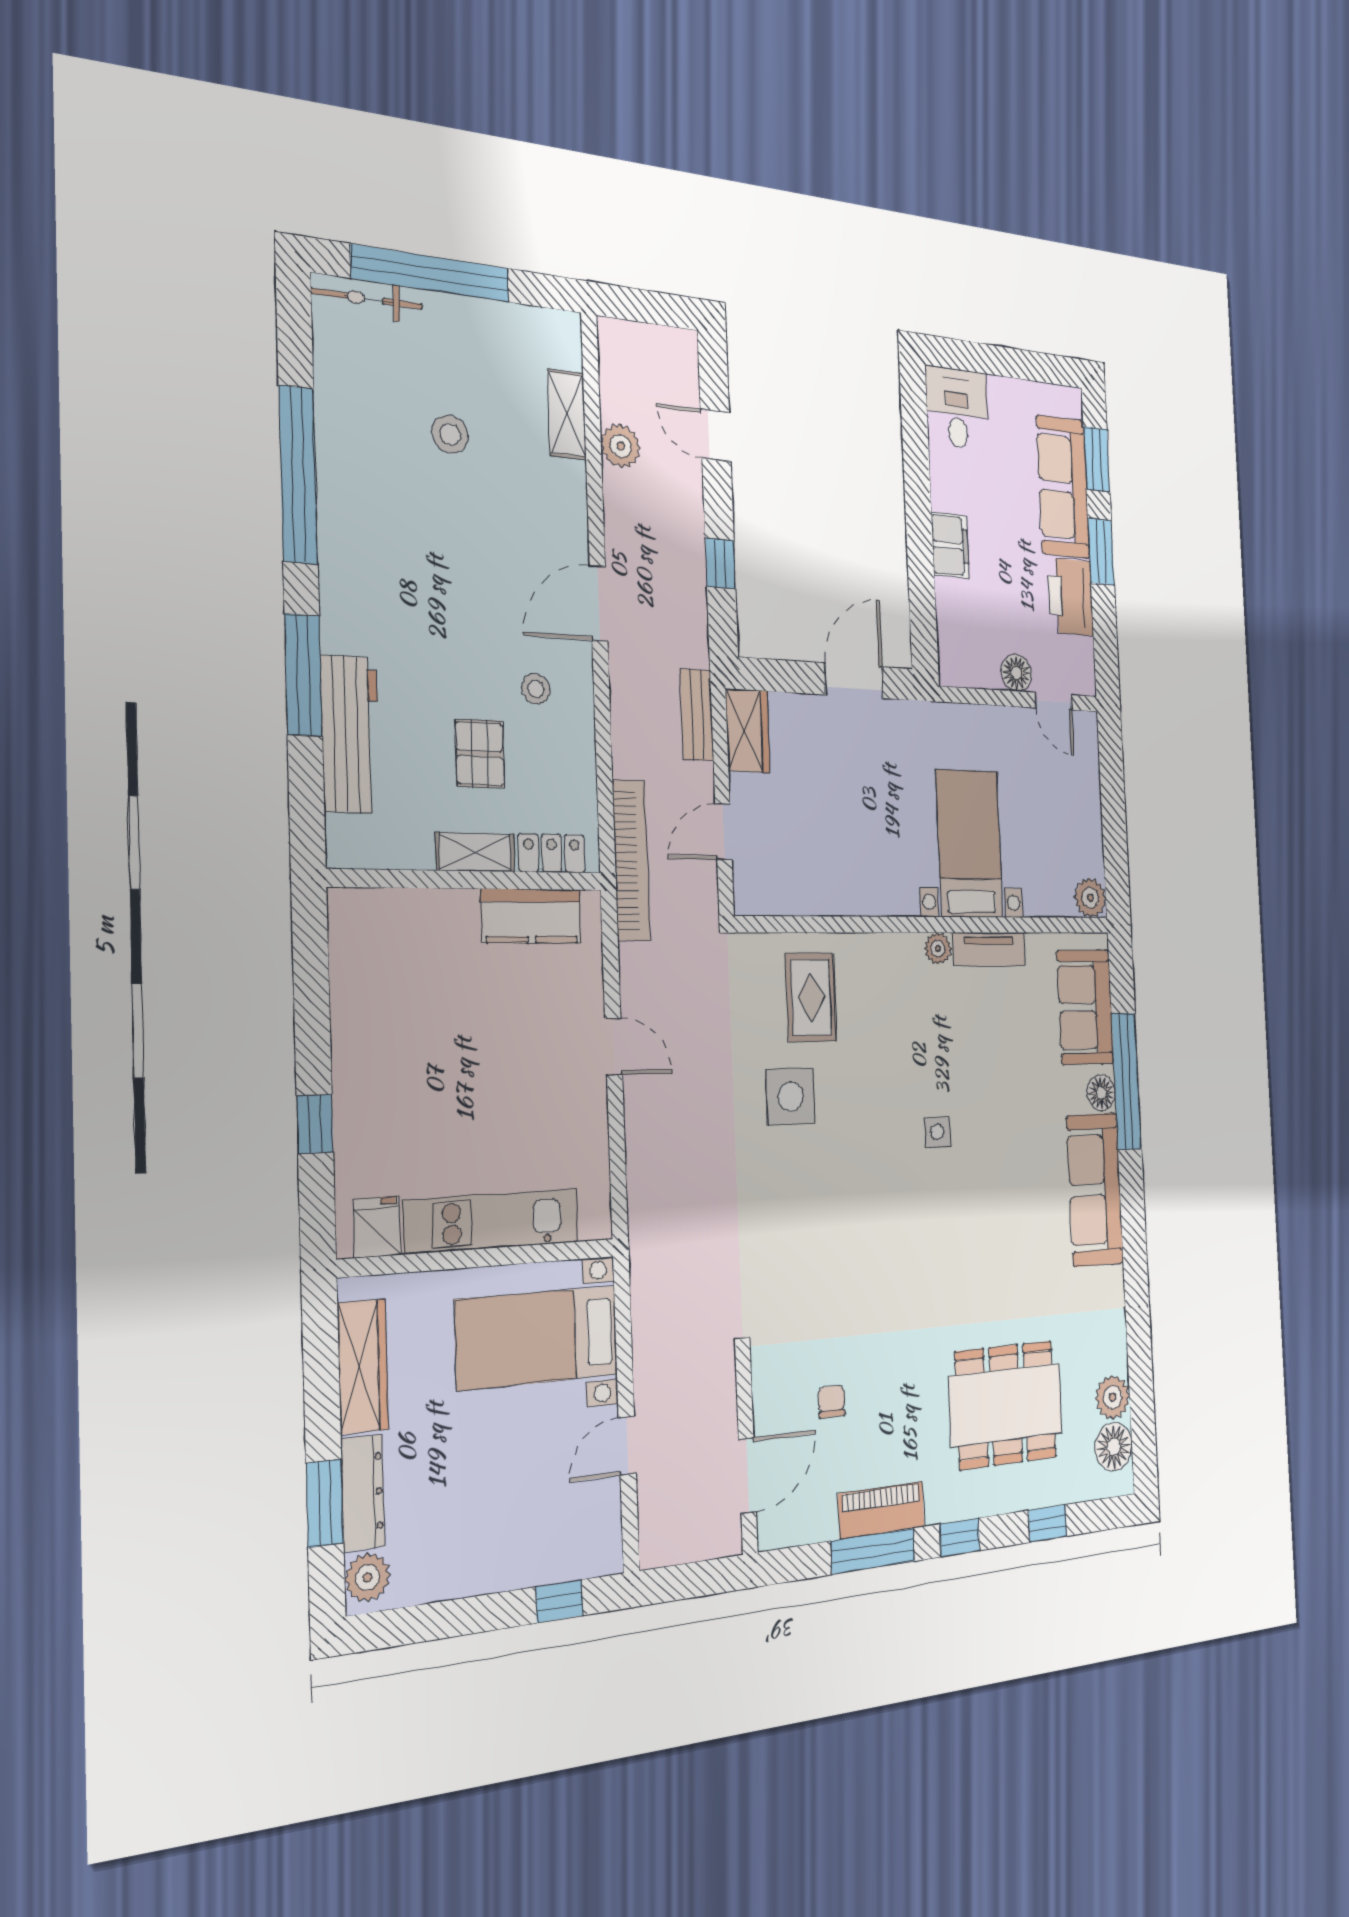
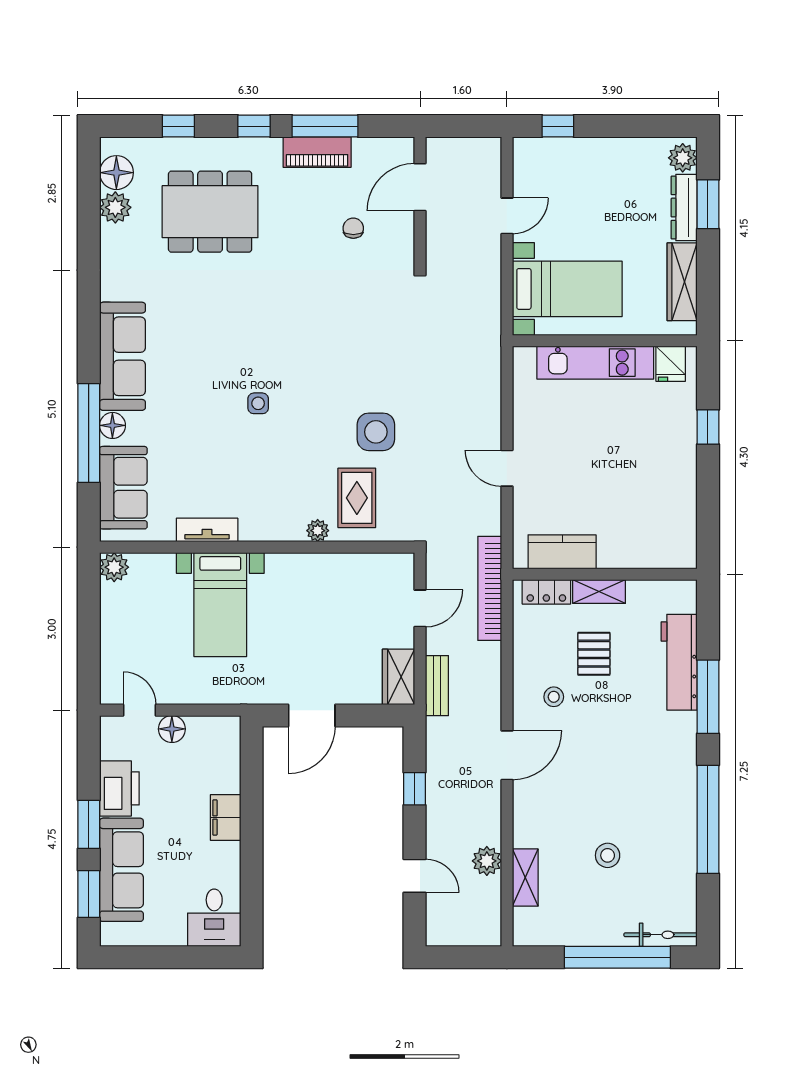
plant: (938, 948) -> (318, 531), moved
chair: (831, 1402) -> (353, 228), turned 180

